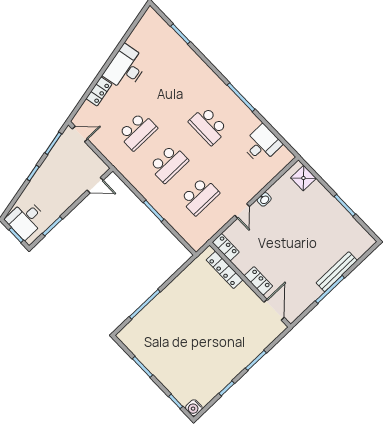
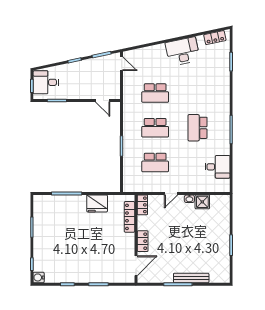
locker: (99, 91) -> (215, 38), moved
shower: (303, 178) -> (202, 202), moved
fridge: (182, 286) -> (97, 203), added

